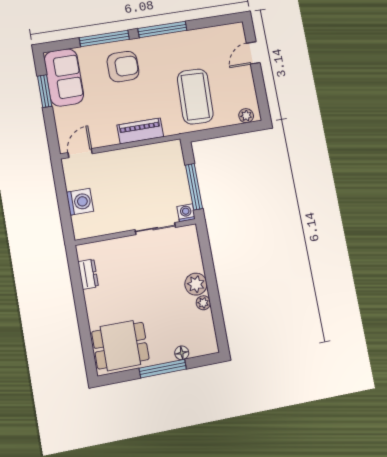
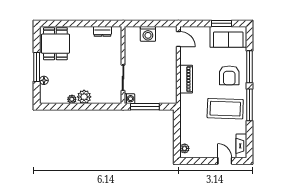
fireplace: (226, 32) -> (241, 146), added
coffee table: (195, 96) -> (225, 109), moved

